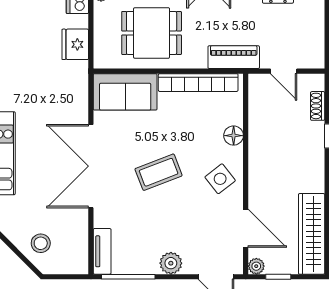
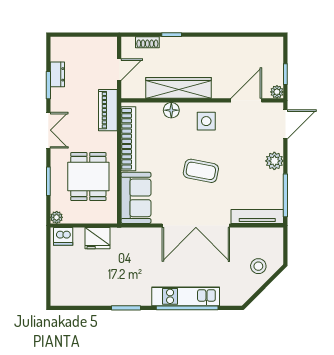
coffee table: (159, 172) -> (201, 171), turned -58
side table: (220, 179) -> (206, 121), turned 38
wardrobe: (312, 234) -> (179, 88), moved, turned 180
tv unit: (102, 251) -> (257, 216), width x1.41

